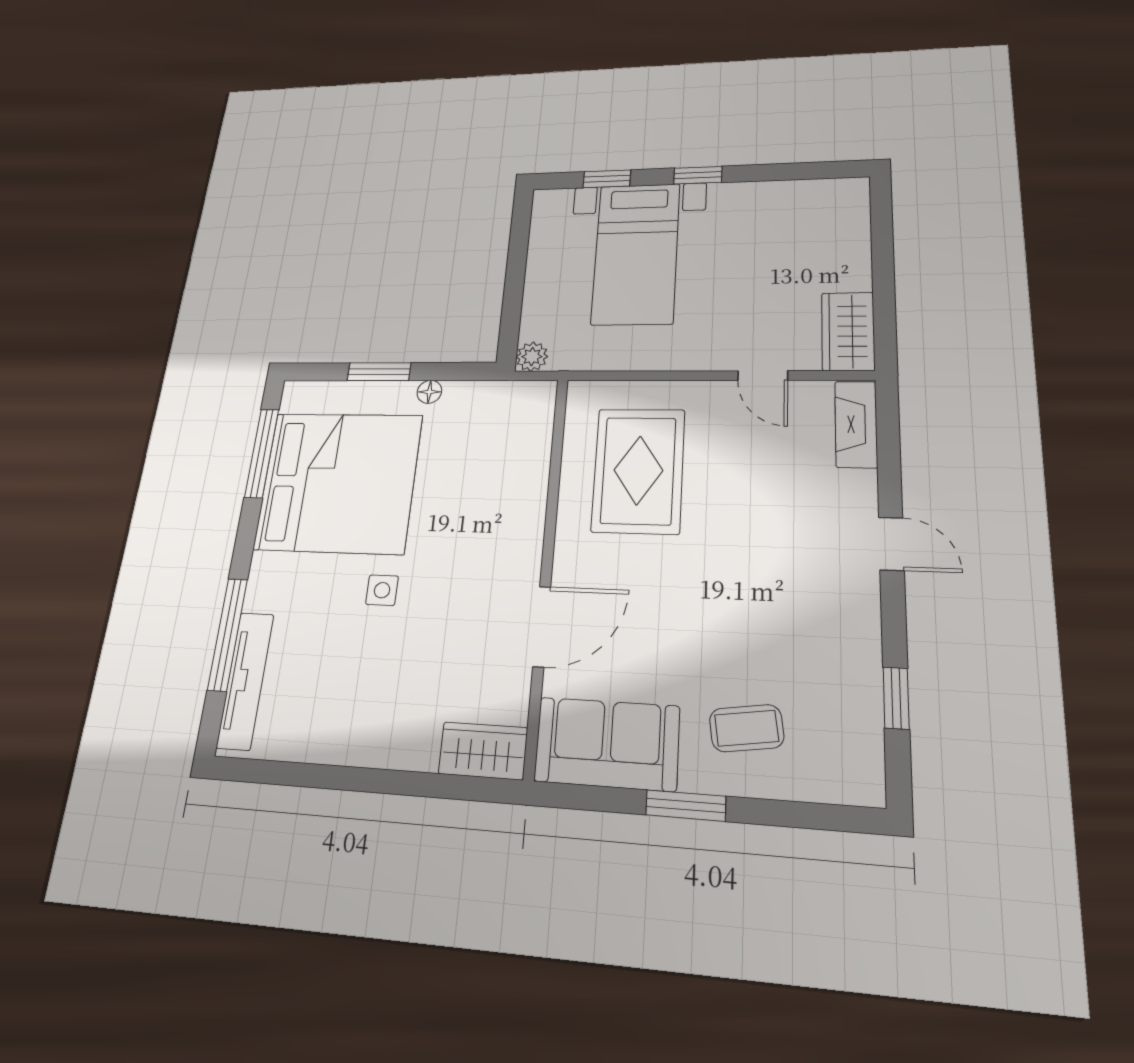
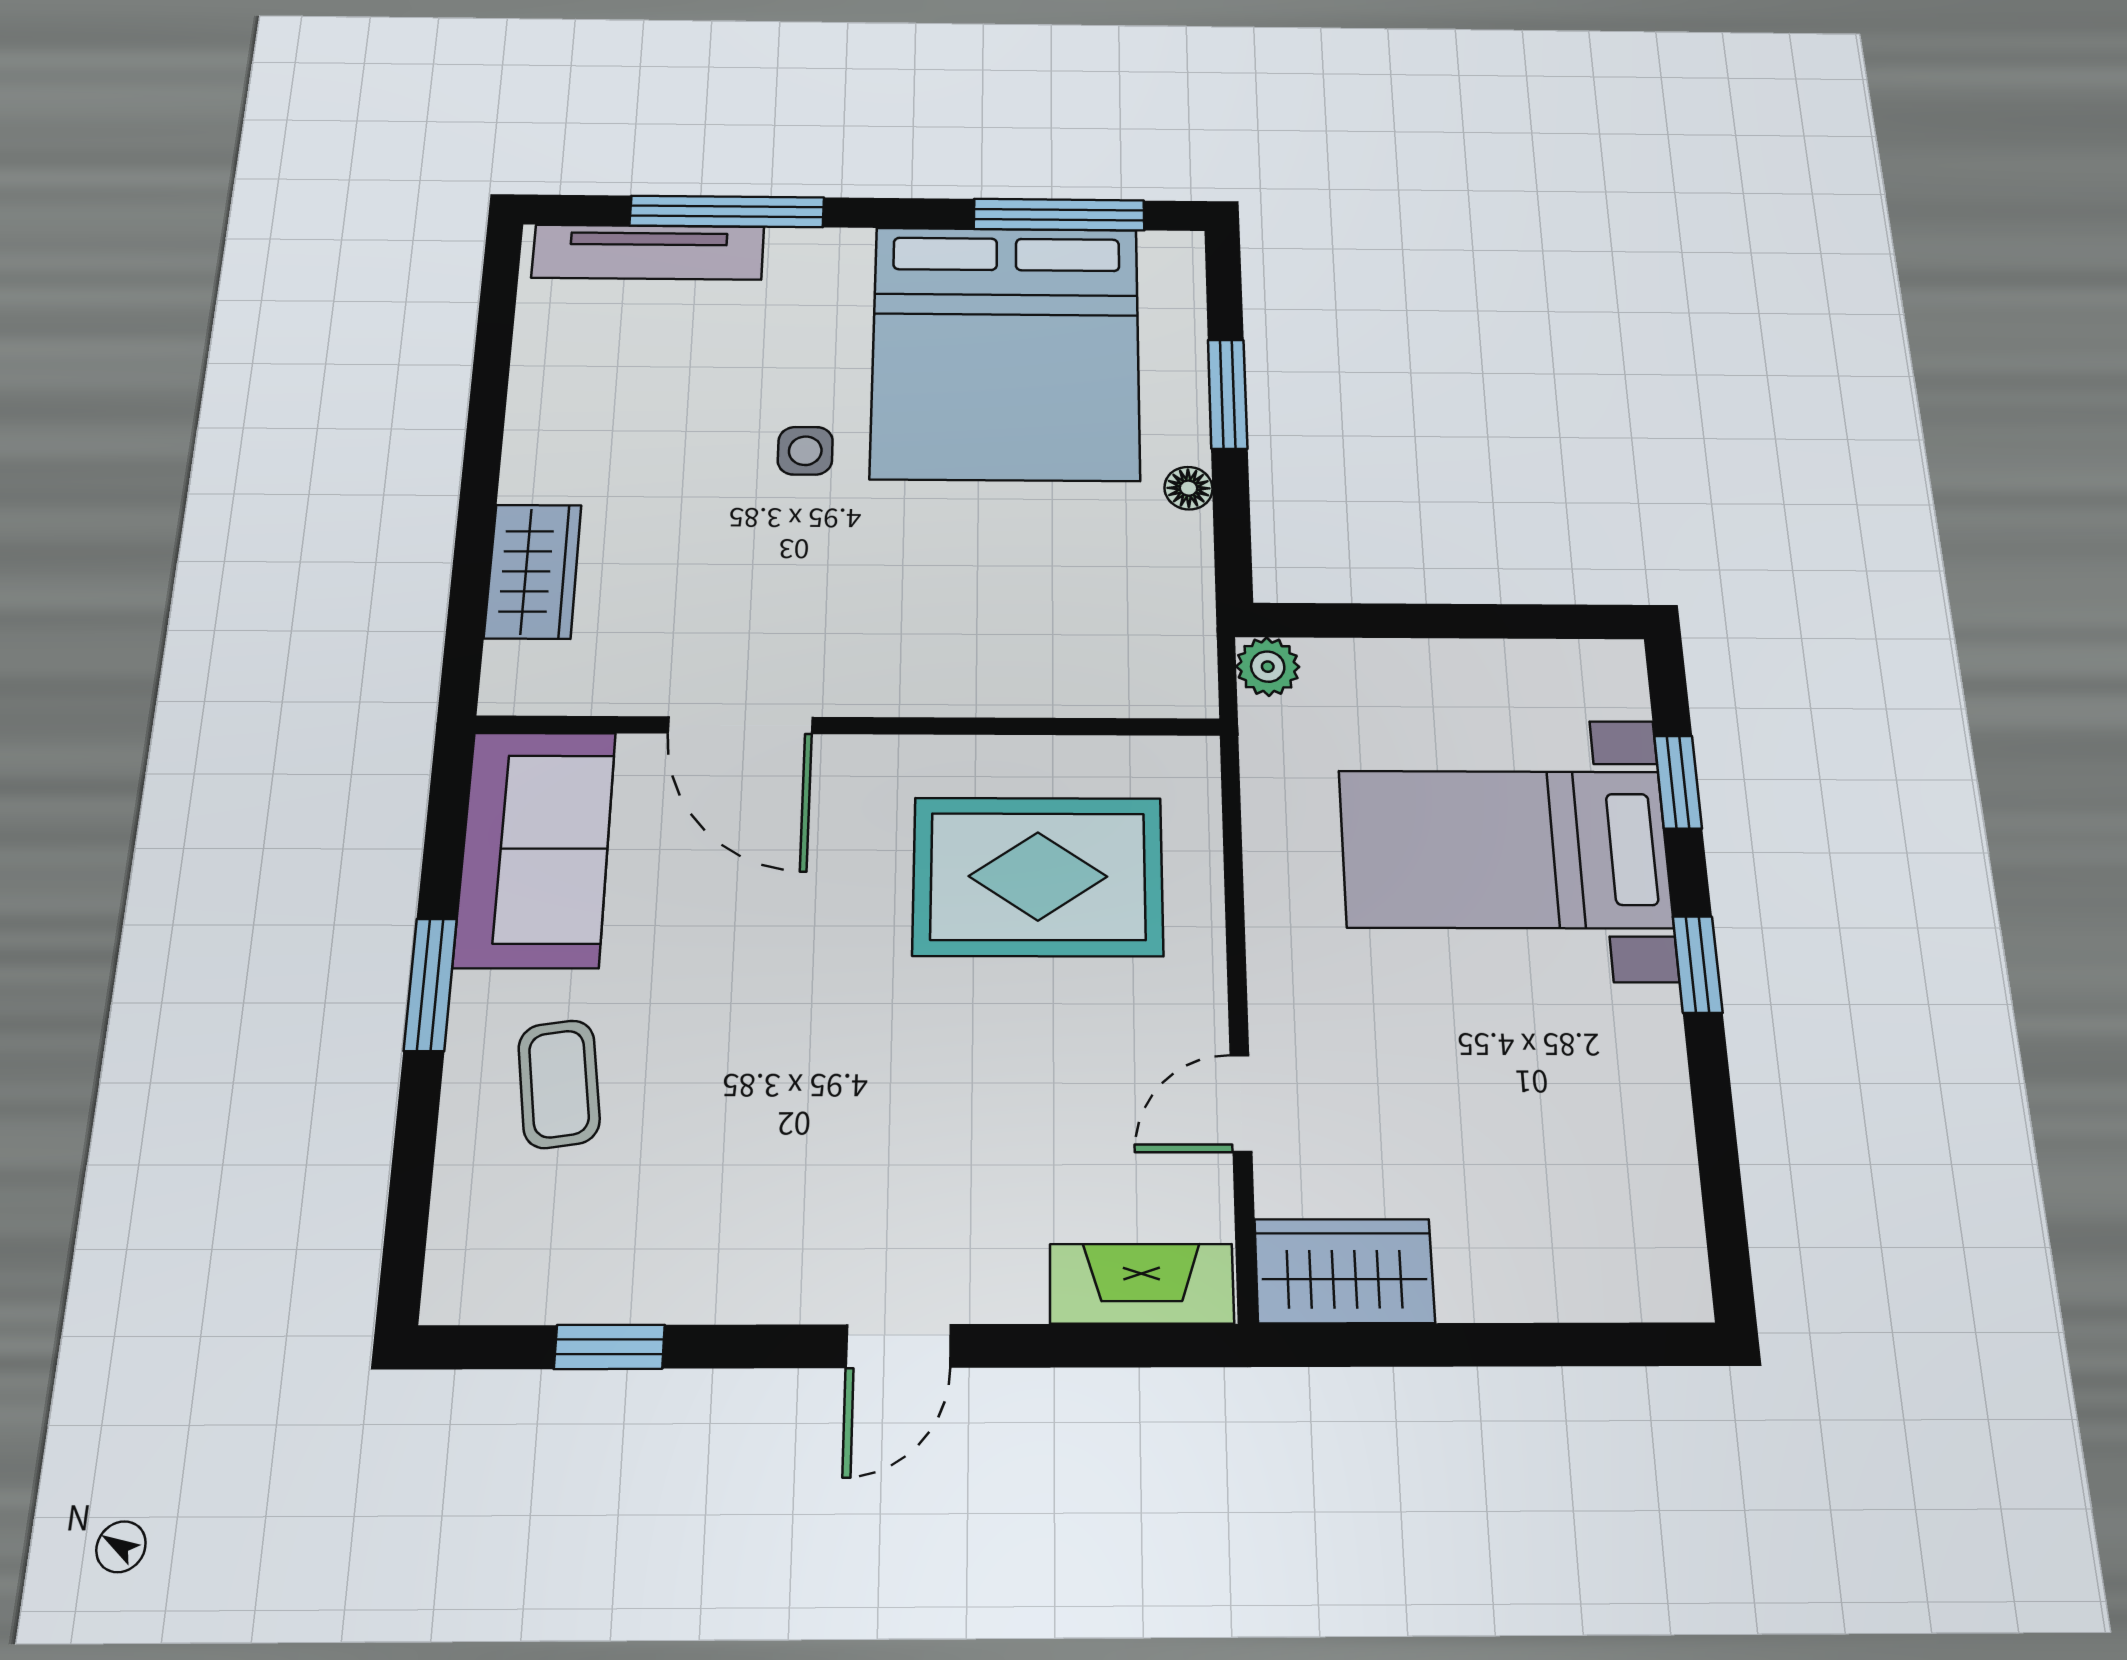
wardrobe: (483, 751) -> (533, 571), moved

